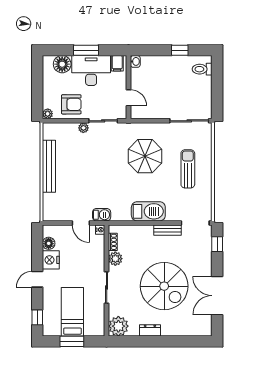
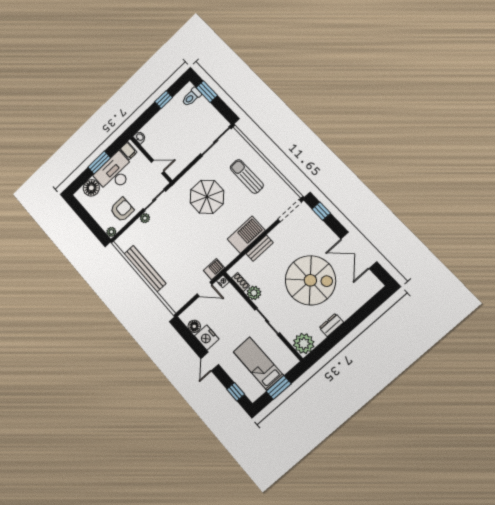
window: (217, 76) -> (207, 92), added
bench: (168, 230) -> (260, 248), moved

